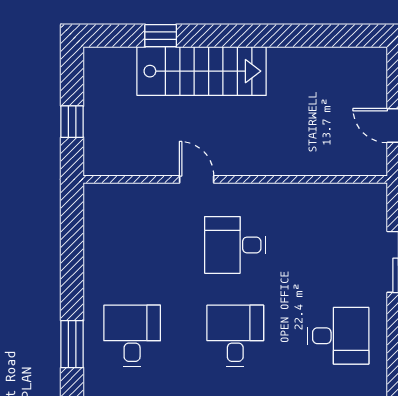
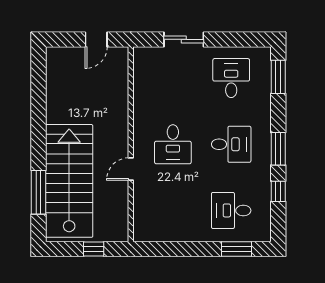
window: (161, 36) -> (38, 192), width x2.17
stairs: (202, 71) -> (69, 181), width x1.36, depth x1.51
desk: (235, 336) -> (231, 144), turned 180

